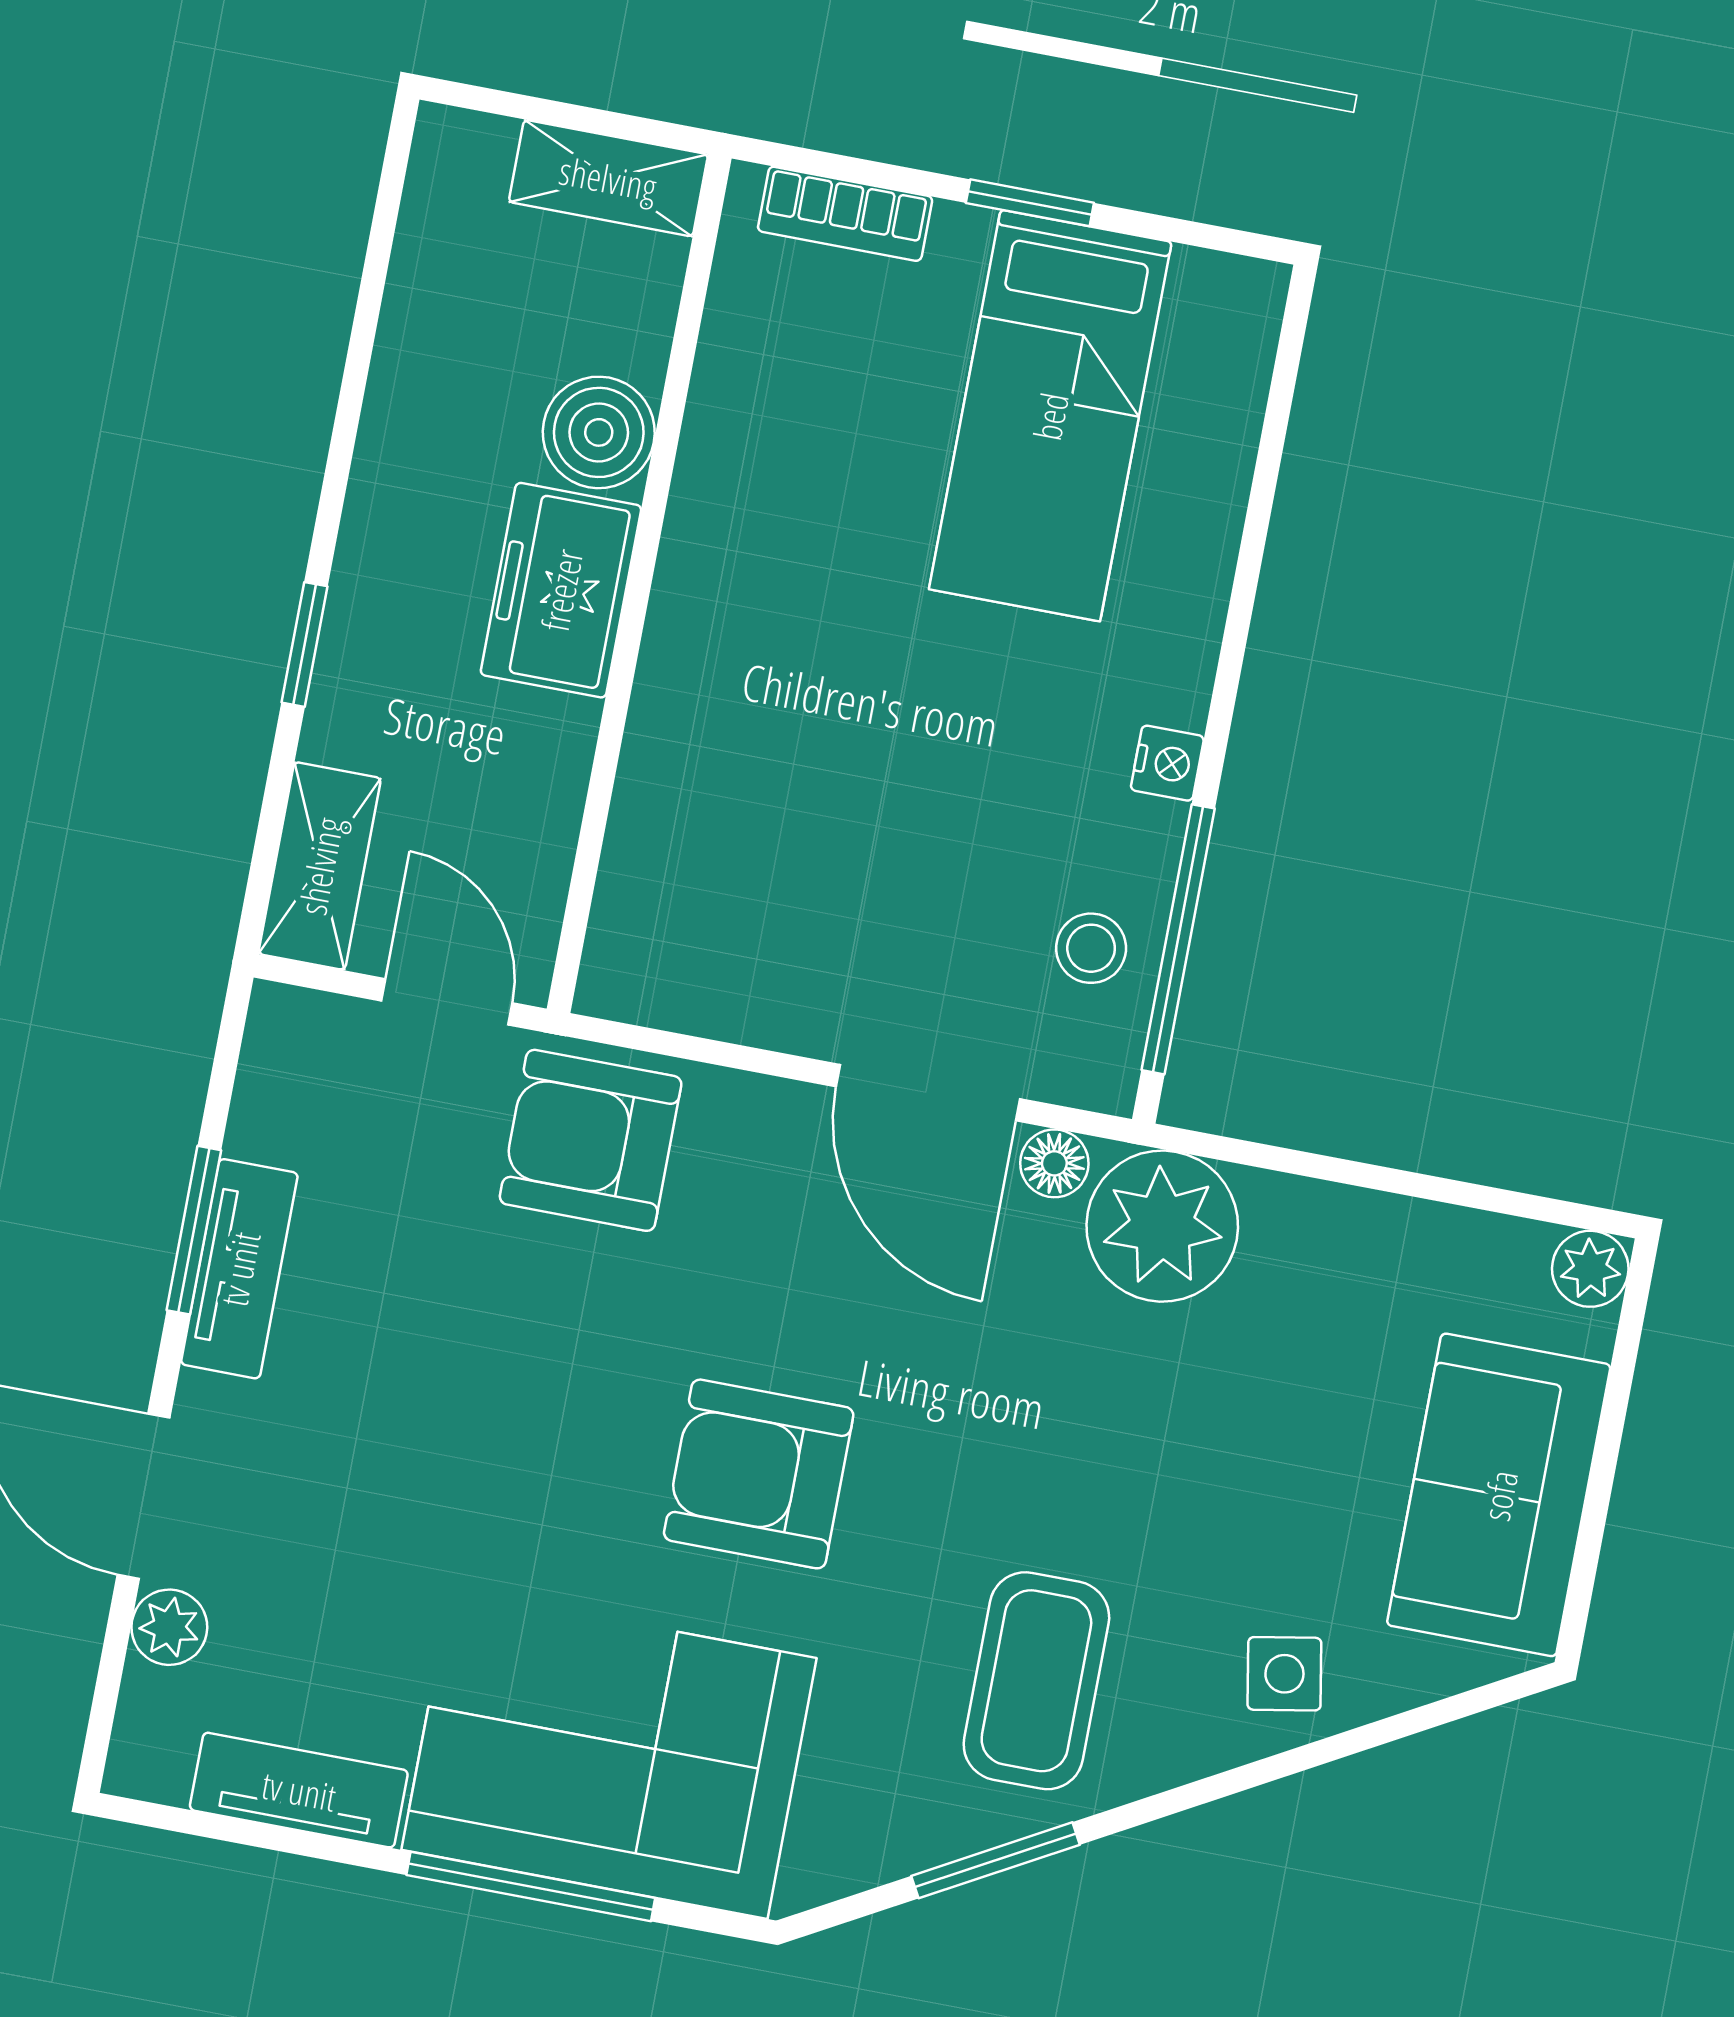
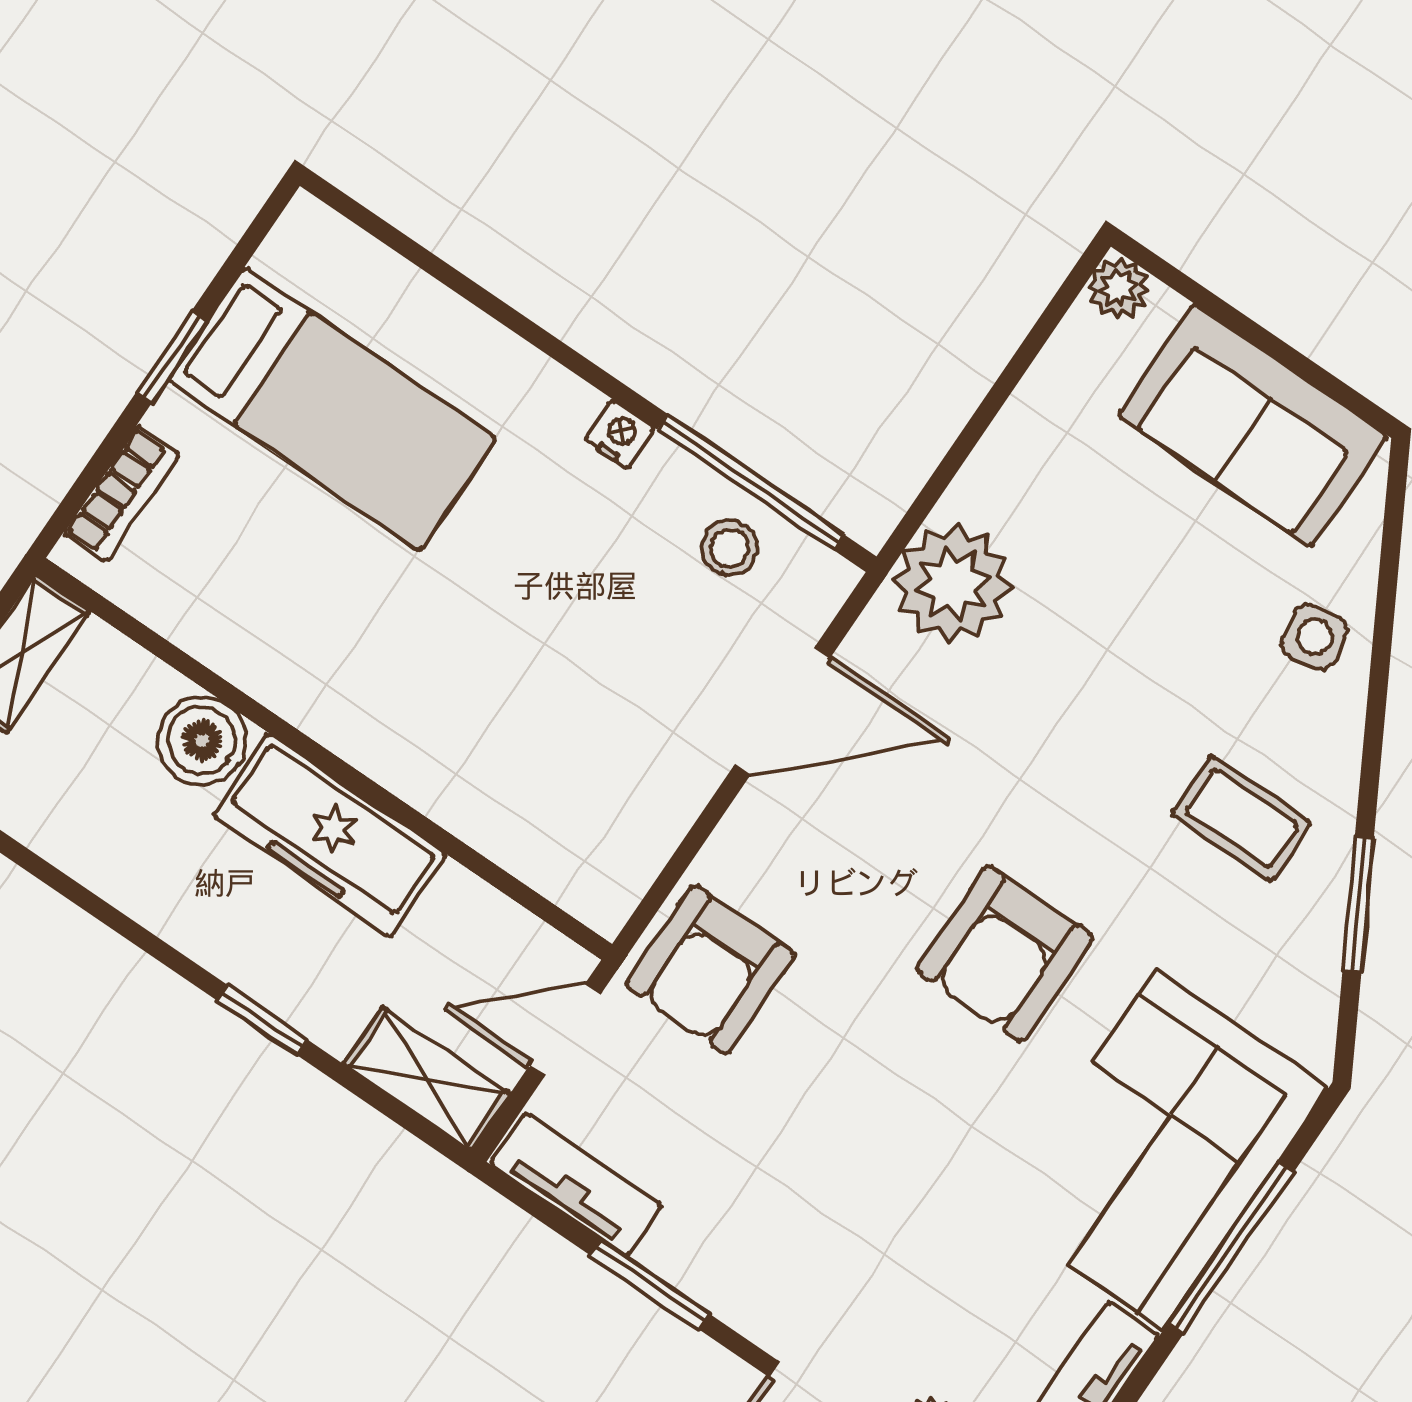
freezer: (561, 590) -> (329, 835), width x1.40
floor lamp: (1054, 1163) -> (873, 642), removed
tv unit: (239, 1269) -> (576, 1184), moved
coffee table: (1036, 1681) -> (1241, 818), width x0.73, depth x0.77

